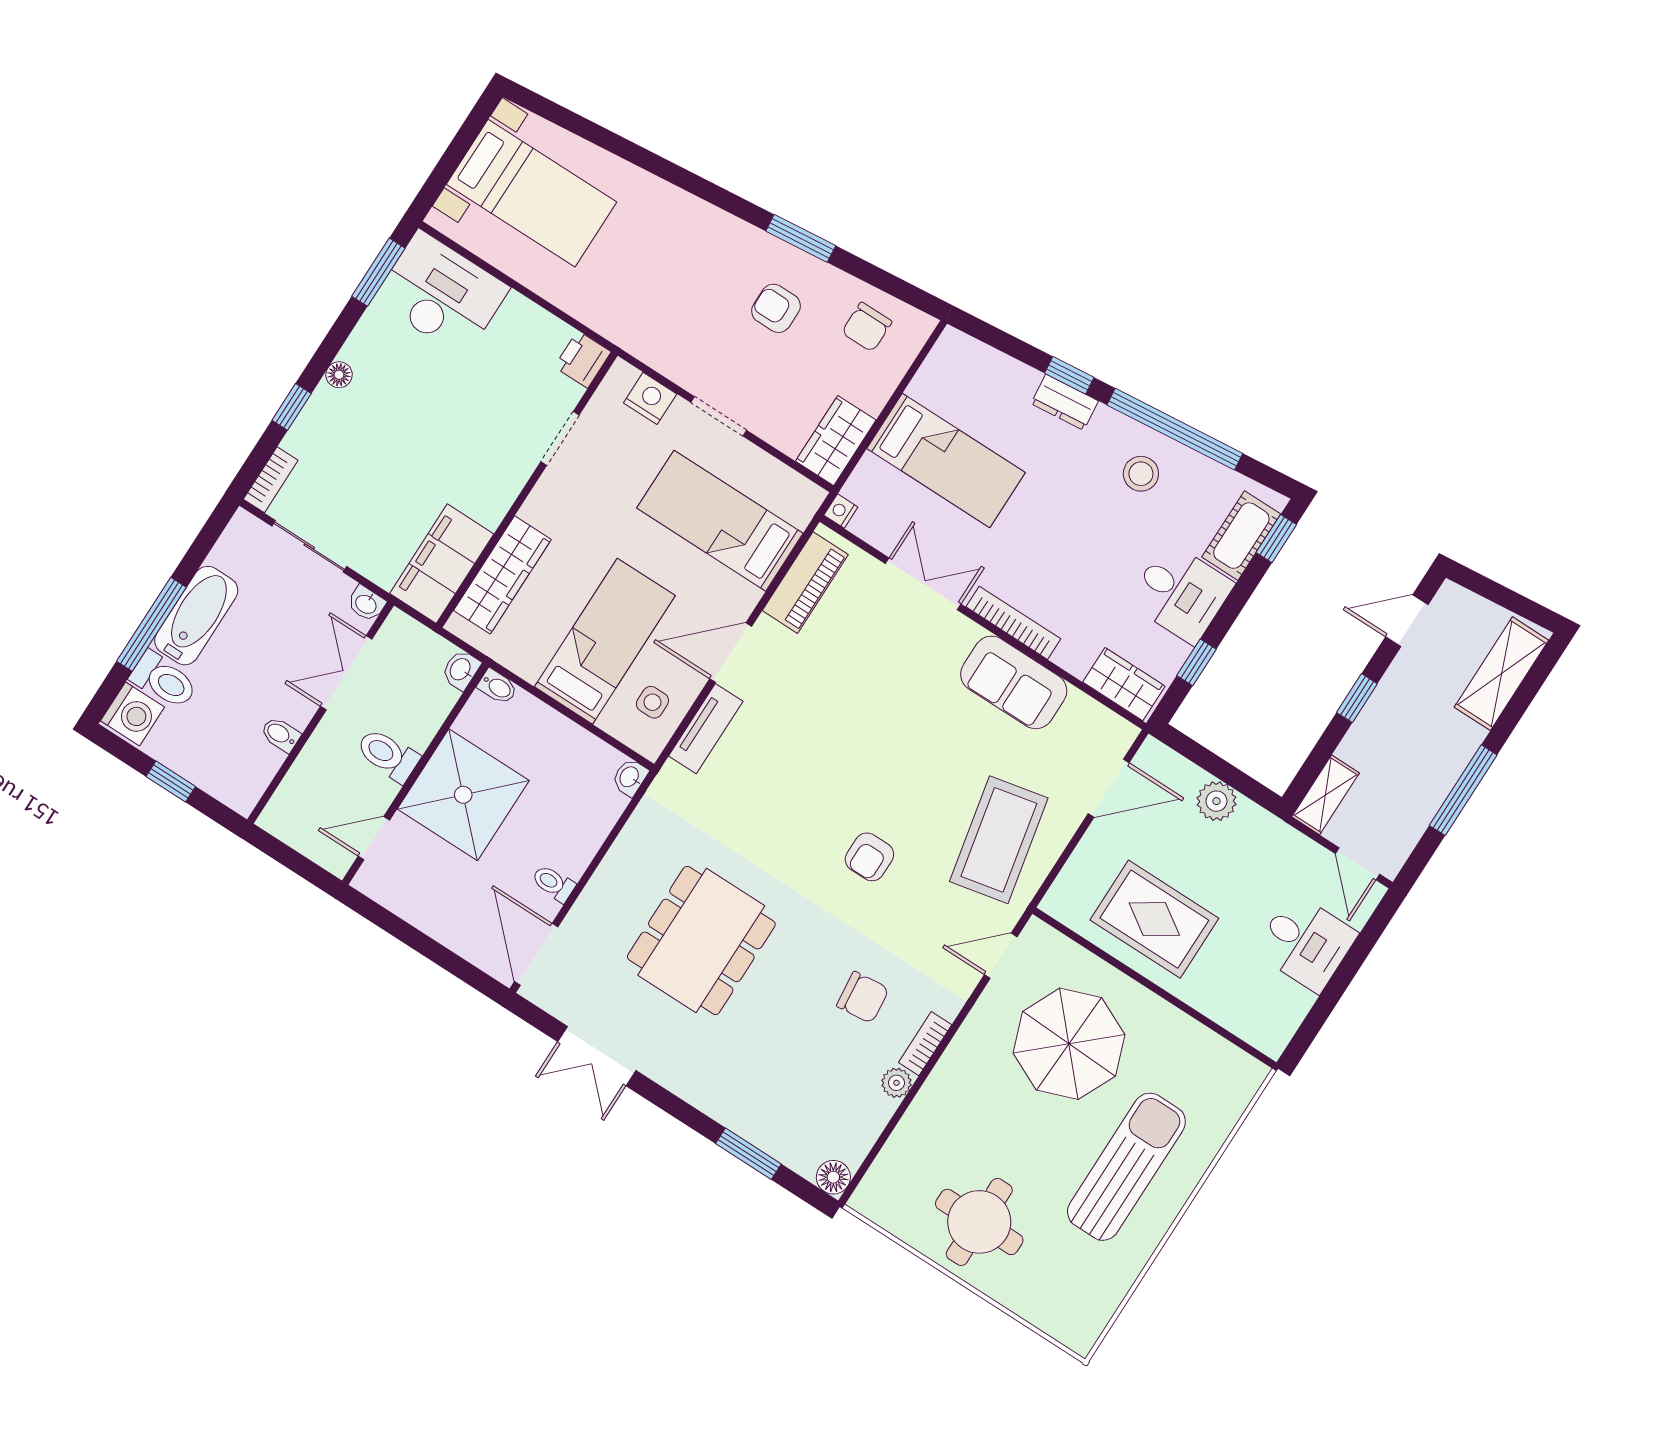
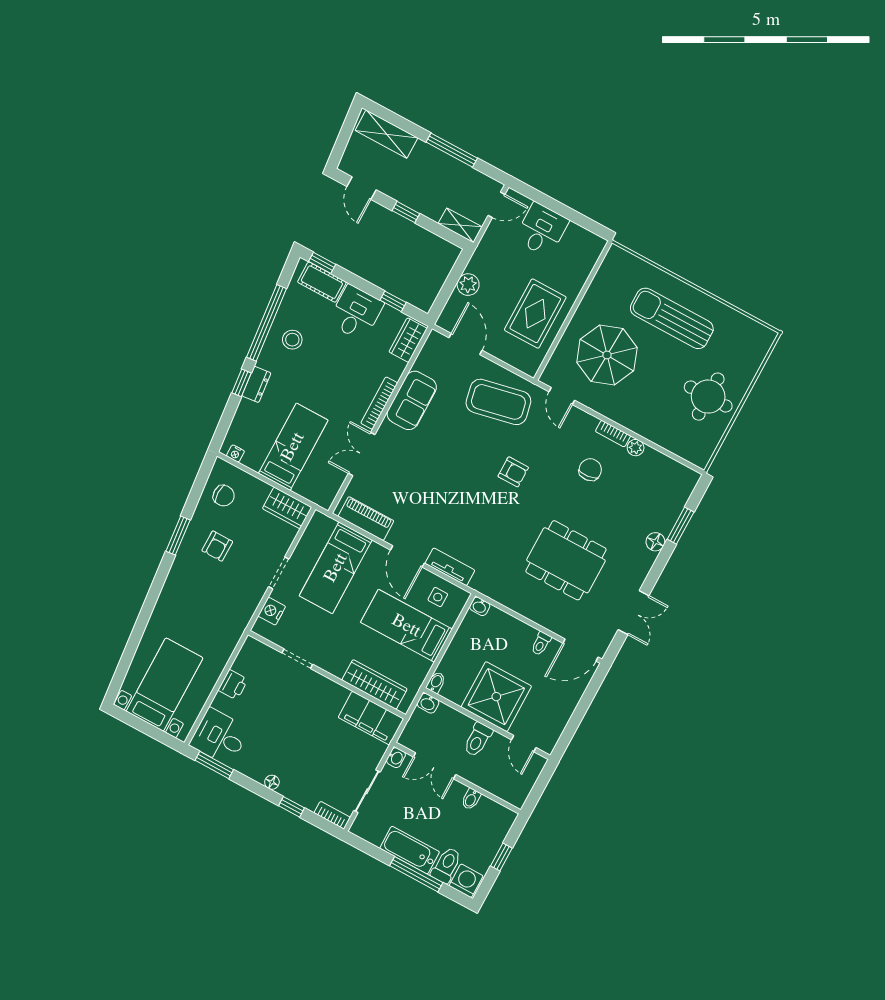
desk: (441, 294) -> (219, 737), width x0.73
printer: (583, 359) -> (233, 685), moved, turned -90
nightstand: (841, 511) -> (235, 454), moved
floor lamp: (833, 1177) -> (655, 542), moved

